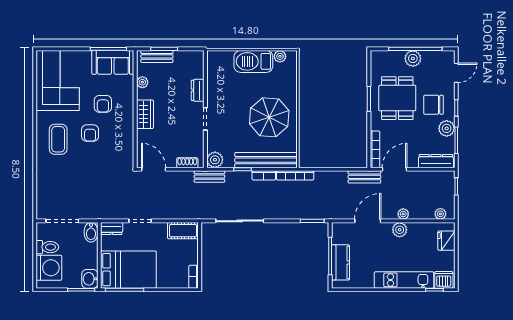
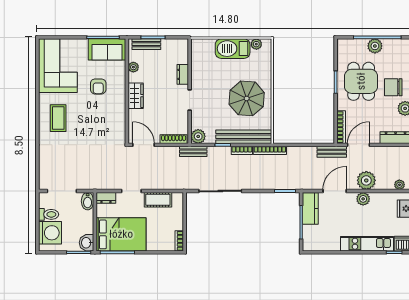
armchair: (90, 133) -> (87, 113), removed
shoe rack: (187, 163) -> (174, 139), width x1.43
plant: (403, 214) -> (366, 180), width x1.88, depth x1.88
cot: (183, 231) -> (158, 200), moved
kitchen counter: (340, 262) -> (310, 209), moved

